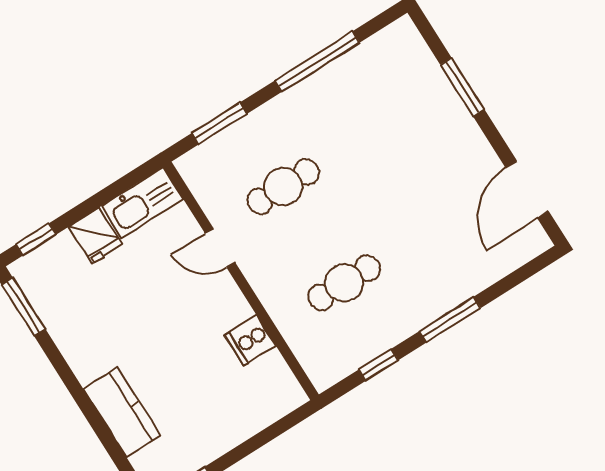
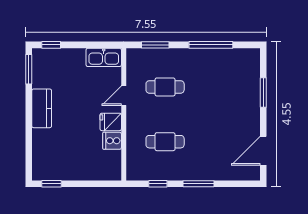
fridge: (95, 236) -> (111, 122), moved, turned 90
door: (220, 248) -> (124, 96), hinge flipped
kitchen counter: (122, 412) -> (42, 108), moved

